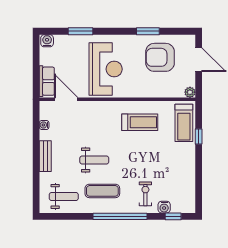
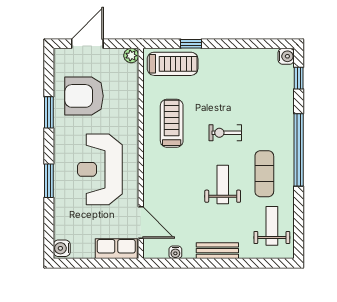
window: (80, 31) -> (49, 181), moved
armchair: (160, 57) -> (84, 96), turned 90
reception desk: (106, 69) -> (100, 169), turned -90
door: (66, 99) -> (141, 223), swing flipped
exercise bike: (145, 194) -> (225, 133), moved
water cooler: (164, 207) -> (286, 56), moved

